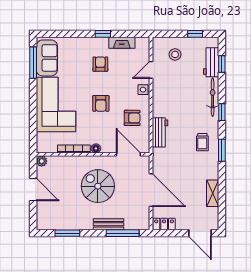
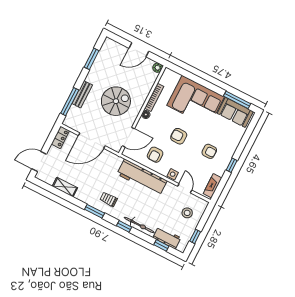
fireplace: (122, 43) -> (212, 186), moved
workbench: (160, 132) -> (142, 177), width x1.88, depth x1.32

